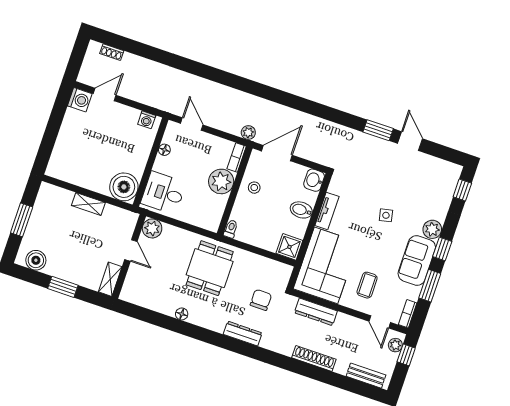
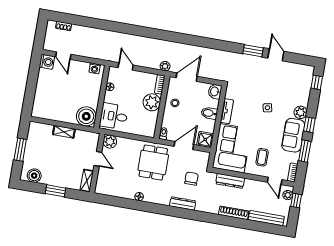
door: (105, 94) -> (63, 56), swing flipped
door: (257, 251) -> (184, 145), added
bench: (366, 376) -> (266, 218), width x1.36

